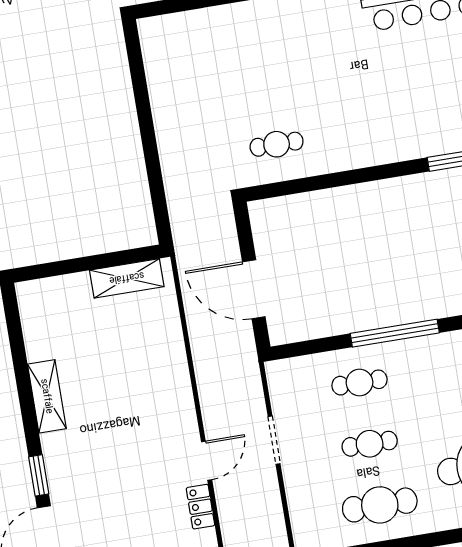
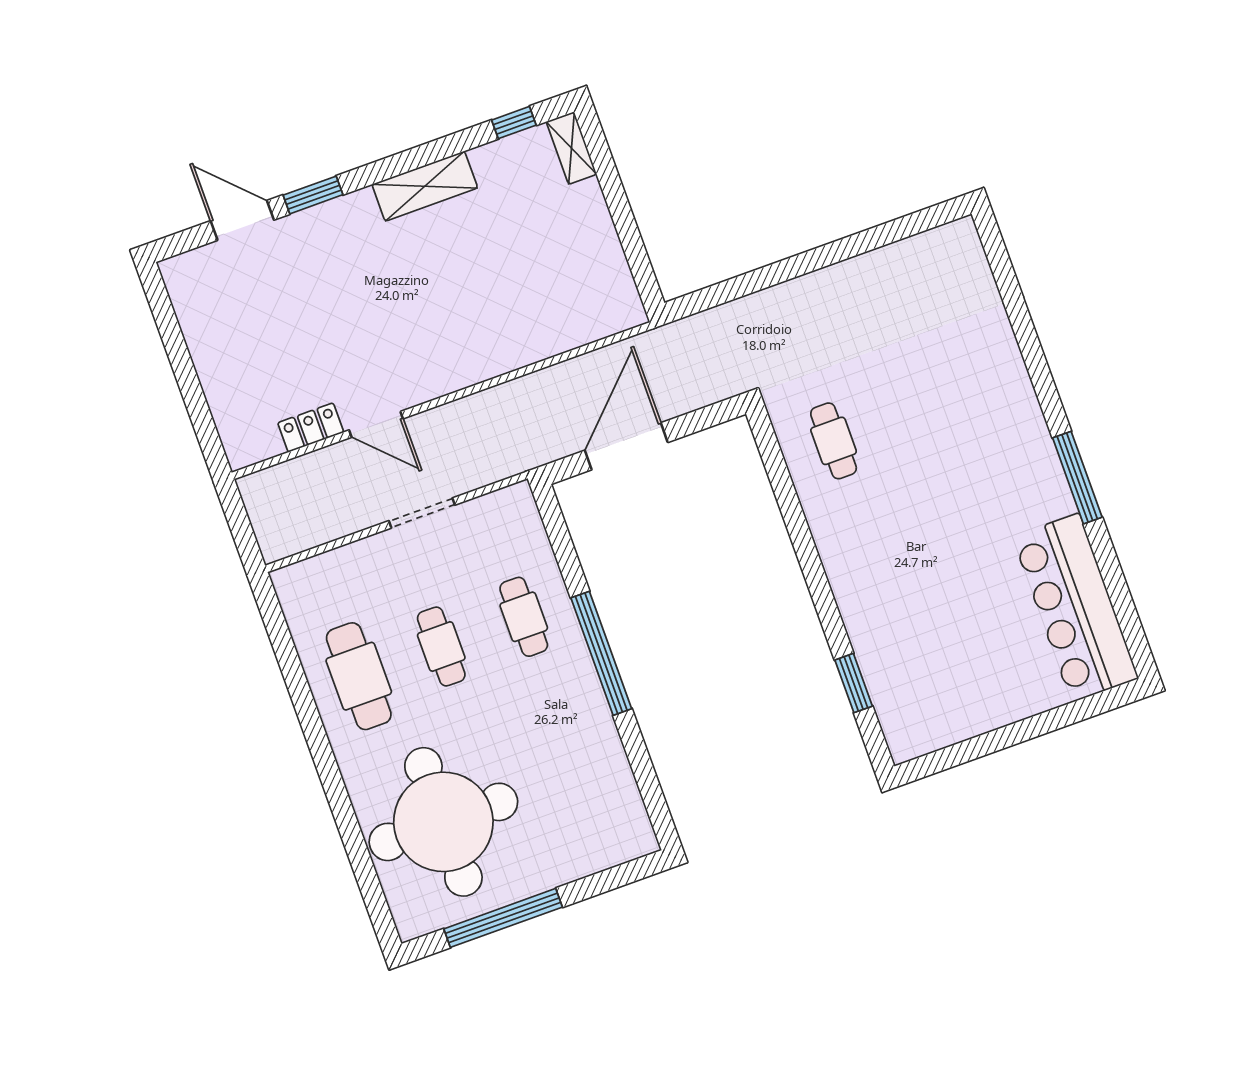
shelving: (127, 278) -> (571, 148), moved, width x0.67, depth x0.75
window: (14, 326) -> (514, 123), added

